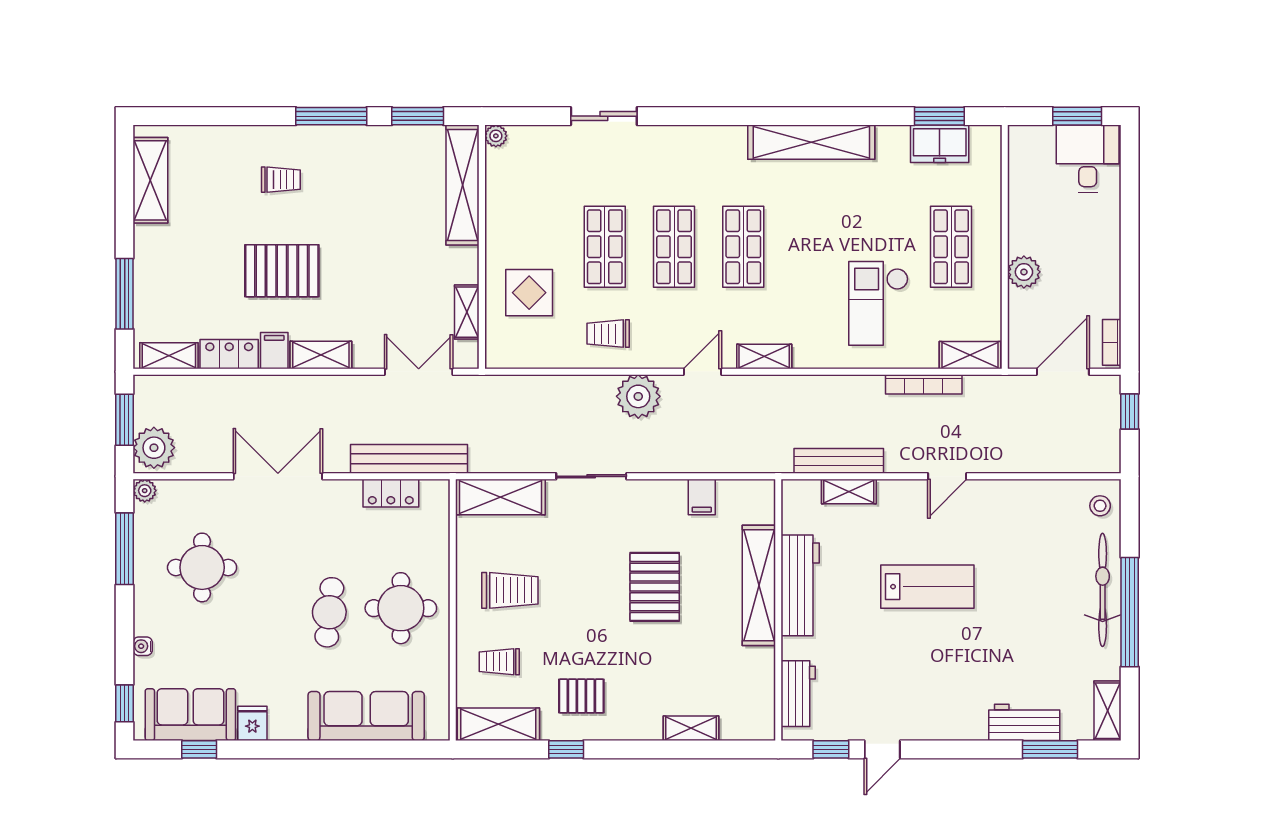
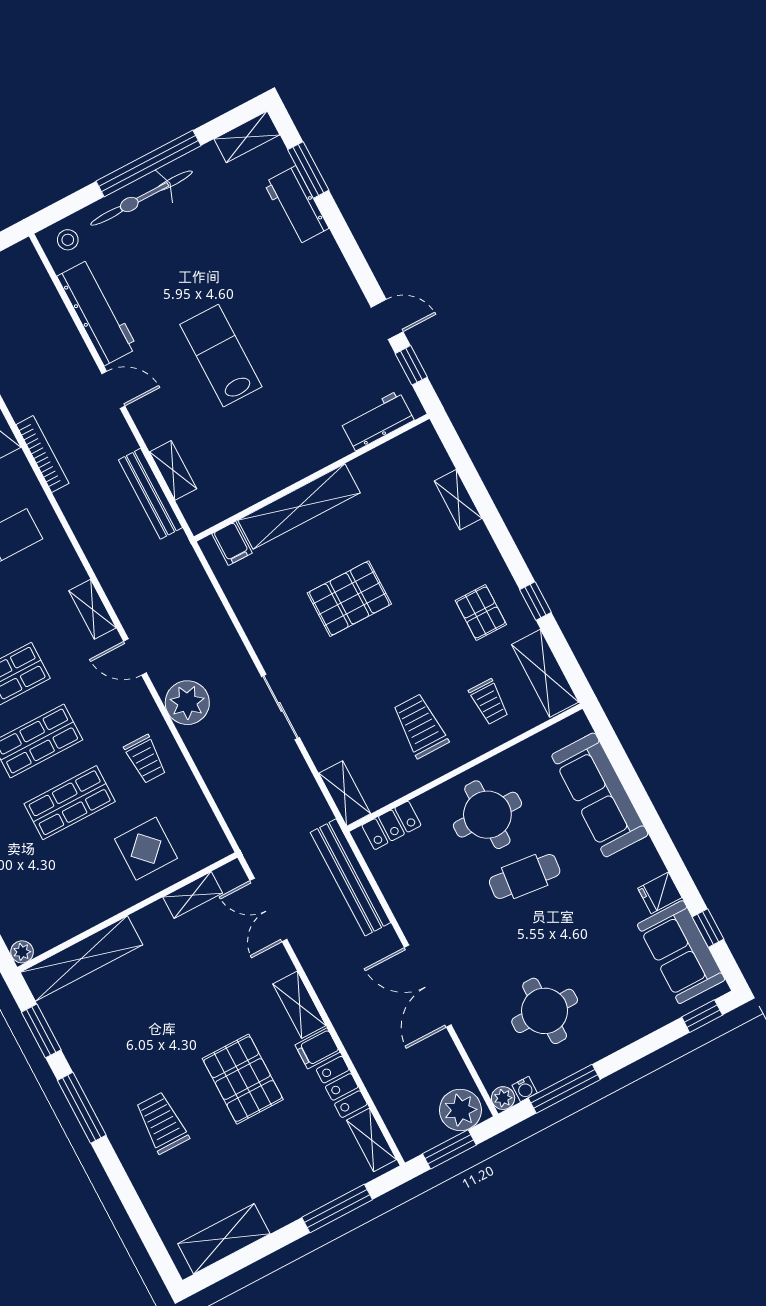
trolley: (281, 180) -> (162, 1123), width x1.36, depth x1.39
locker: (391, 493) -> (391, 825), moved, turned 90
shelving: (500, 497) -> (345, 793), width x0.67, depth x0.75
filing cabinet: (702, 497) -> (232, 543), moved, turned 90
workbench: (800, 585) -> (97, 312), moved, turned 90
water cooler: (143, 646) -> (525, 1089), moved

